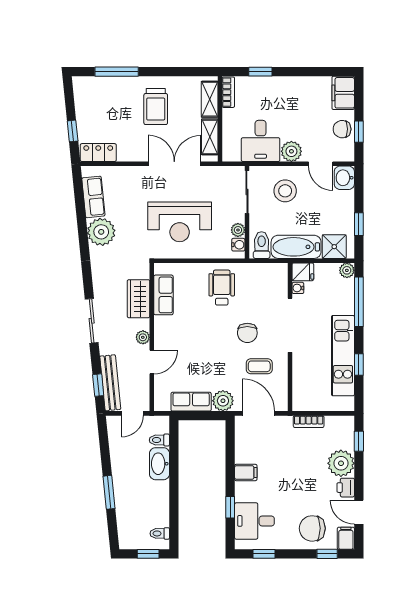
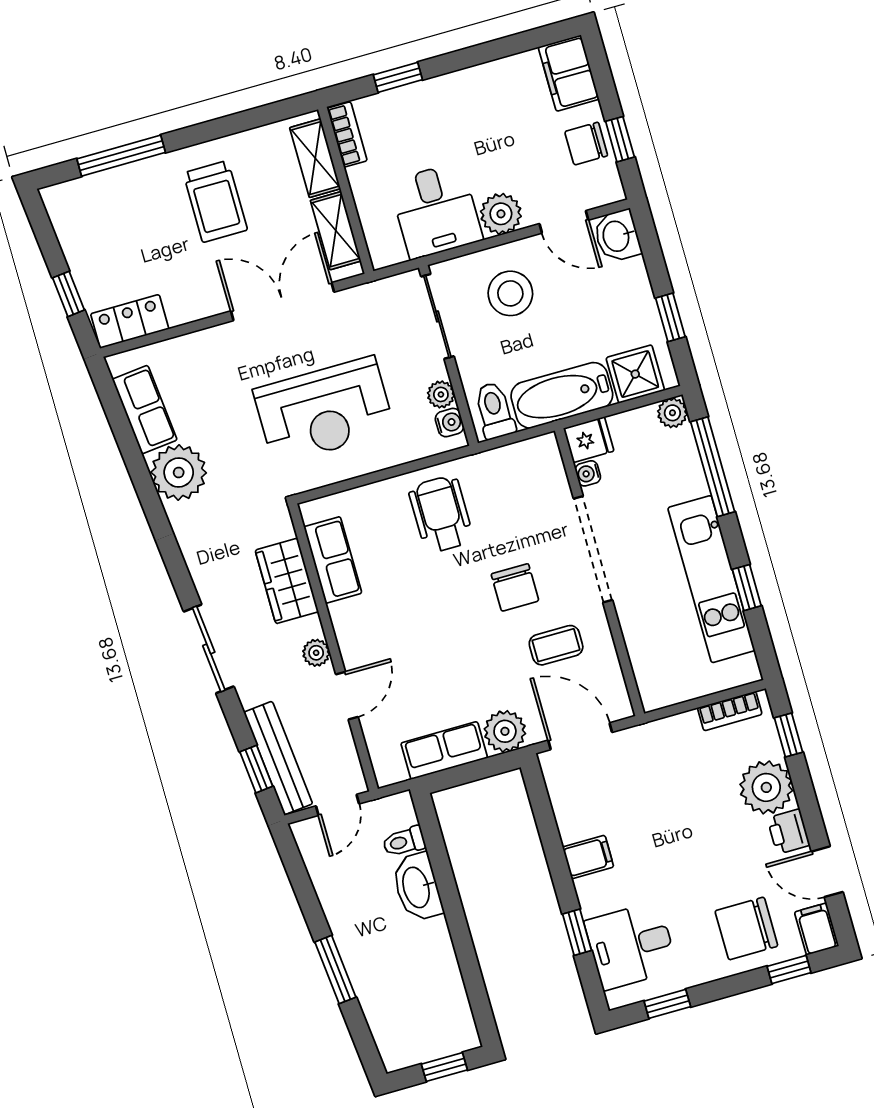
bookcase: (309, 422) -> (730, 711), moved
toilet: (160, 533) -> (456, 1021), removed

